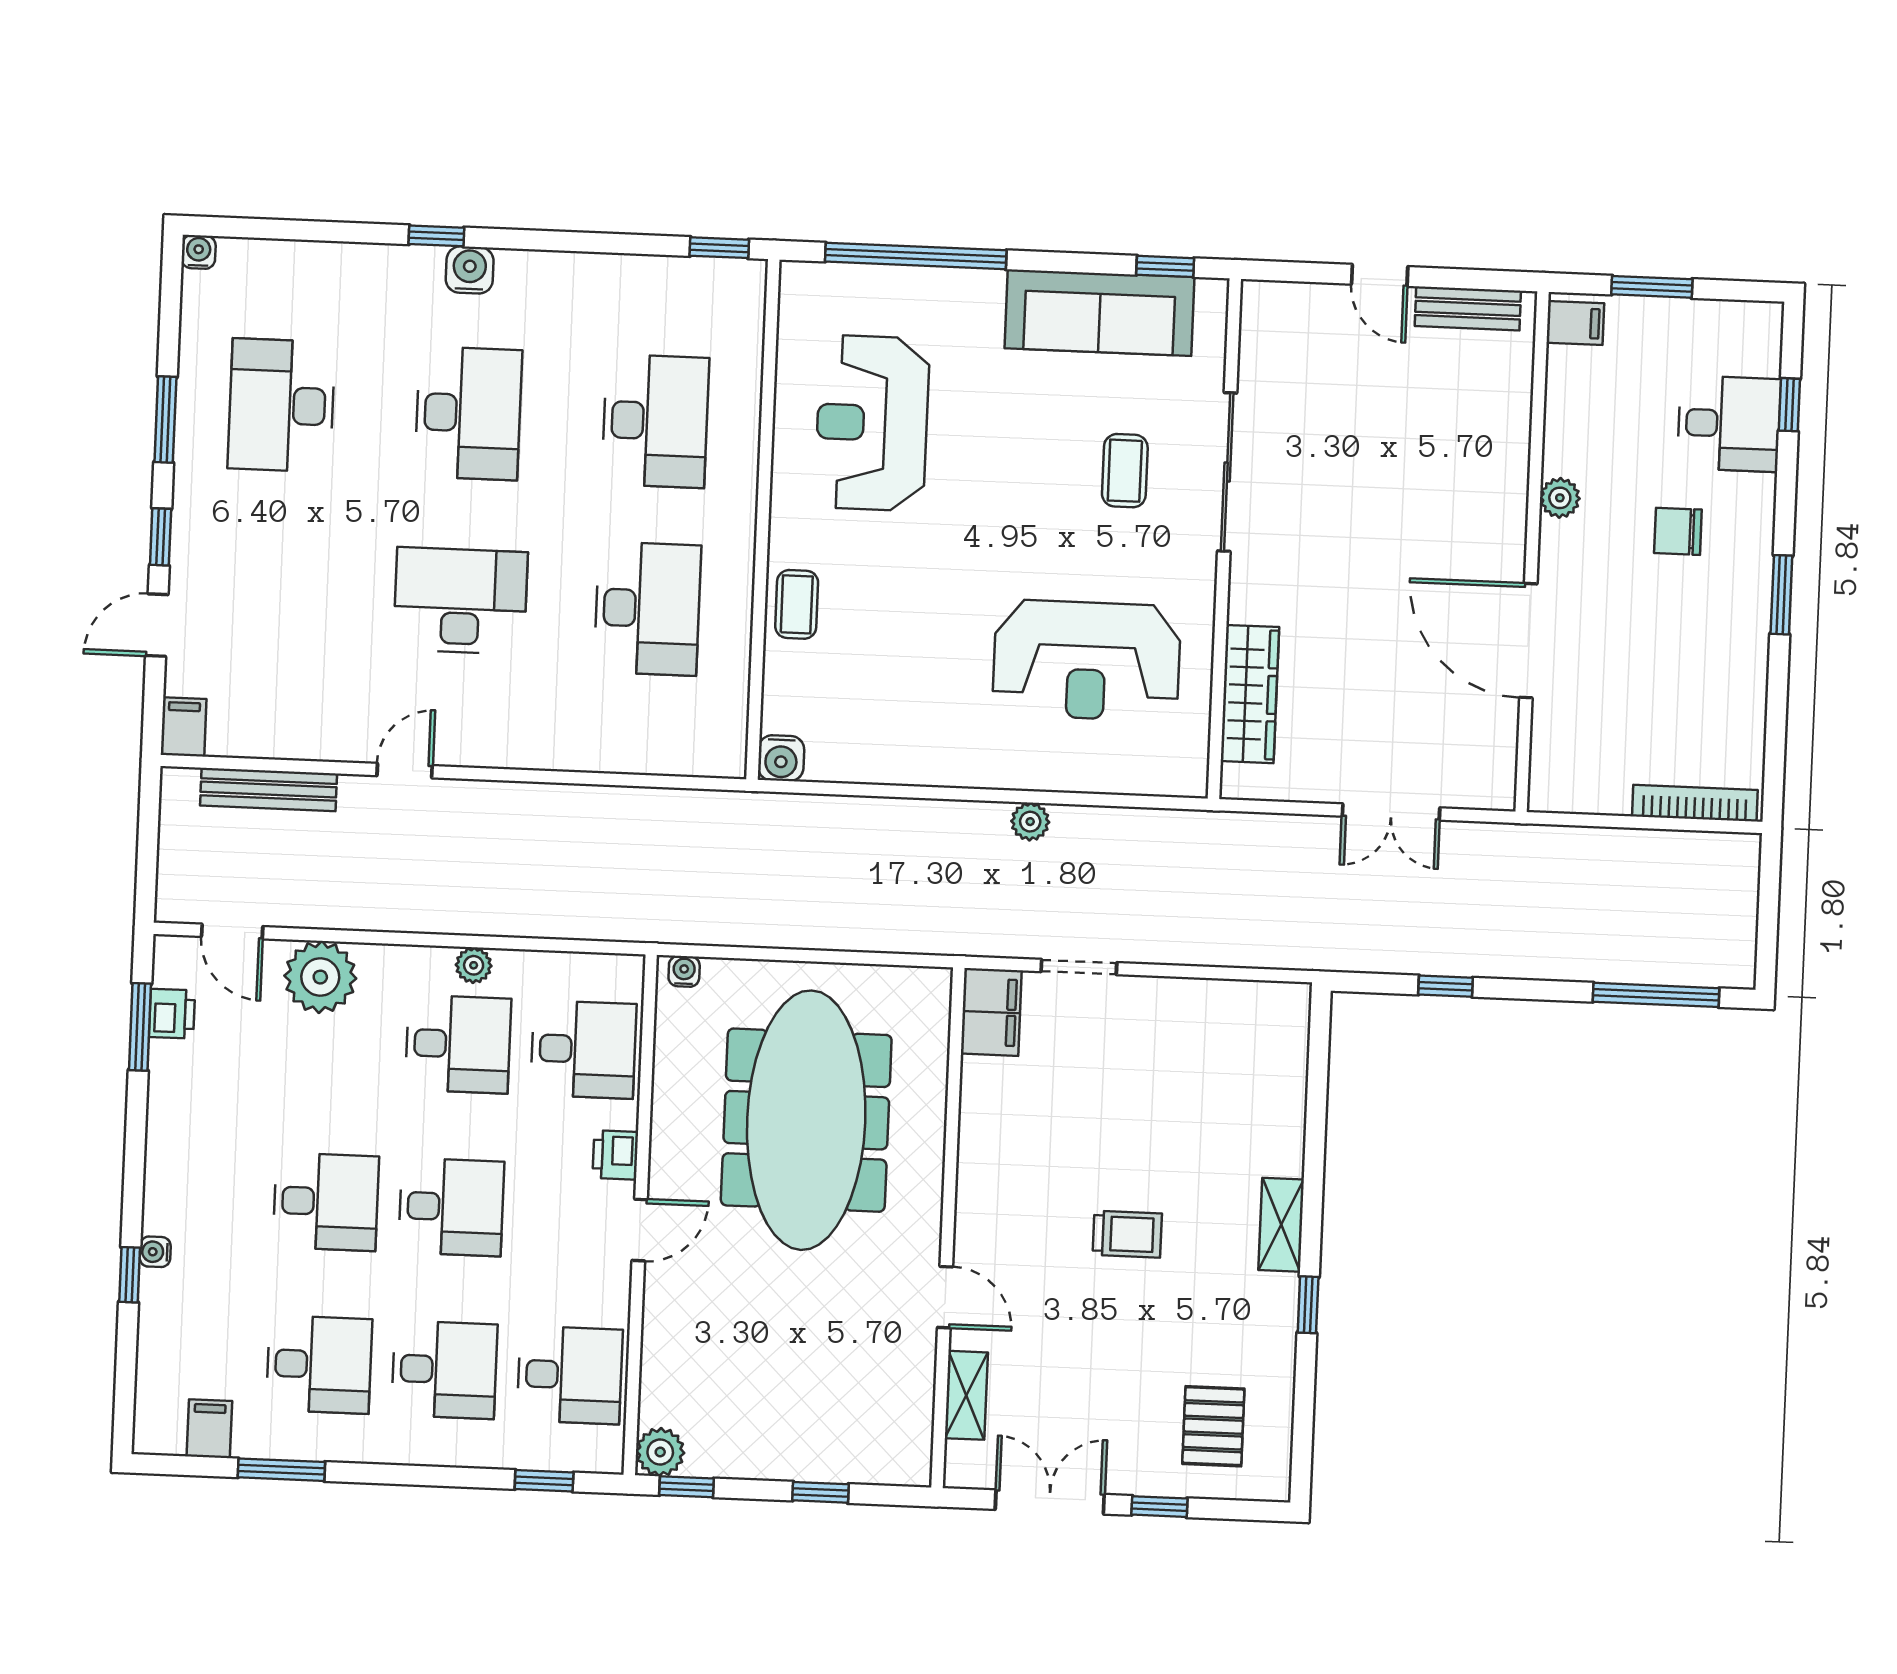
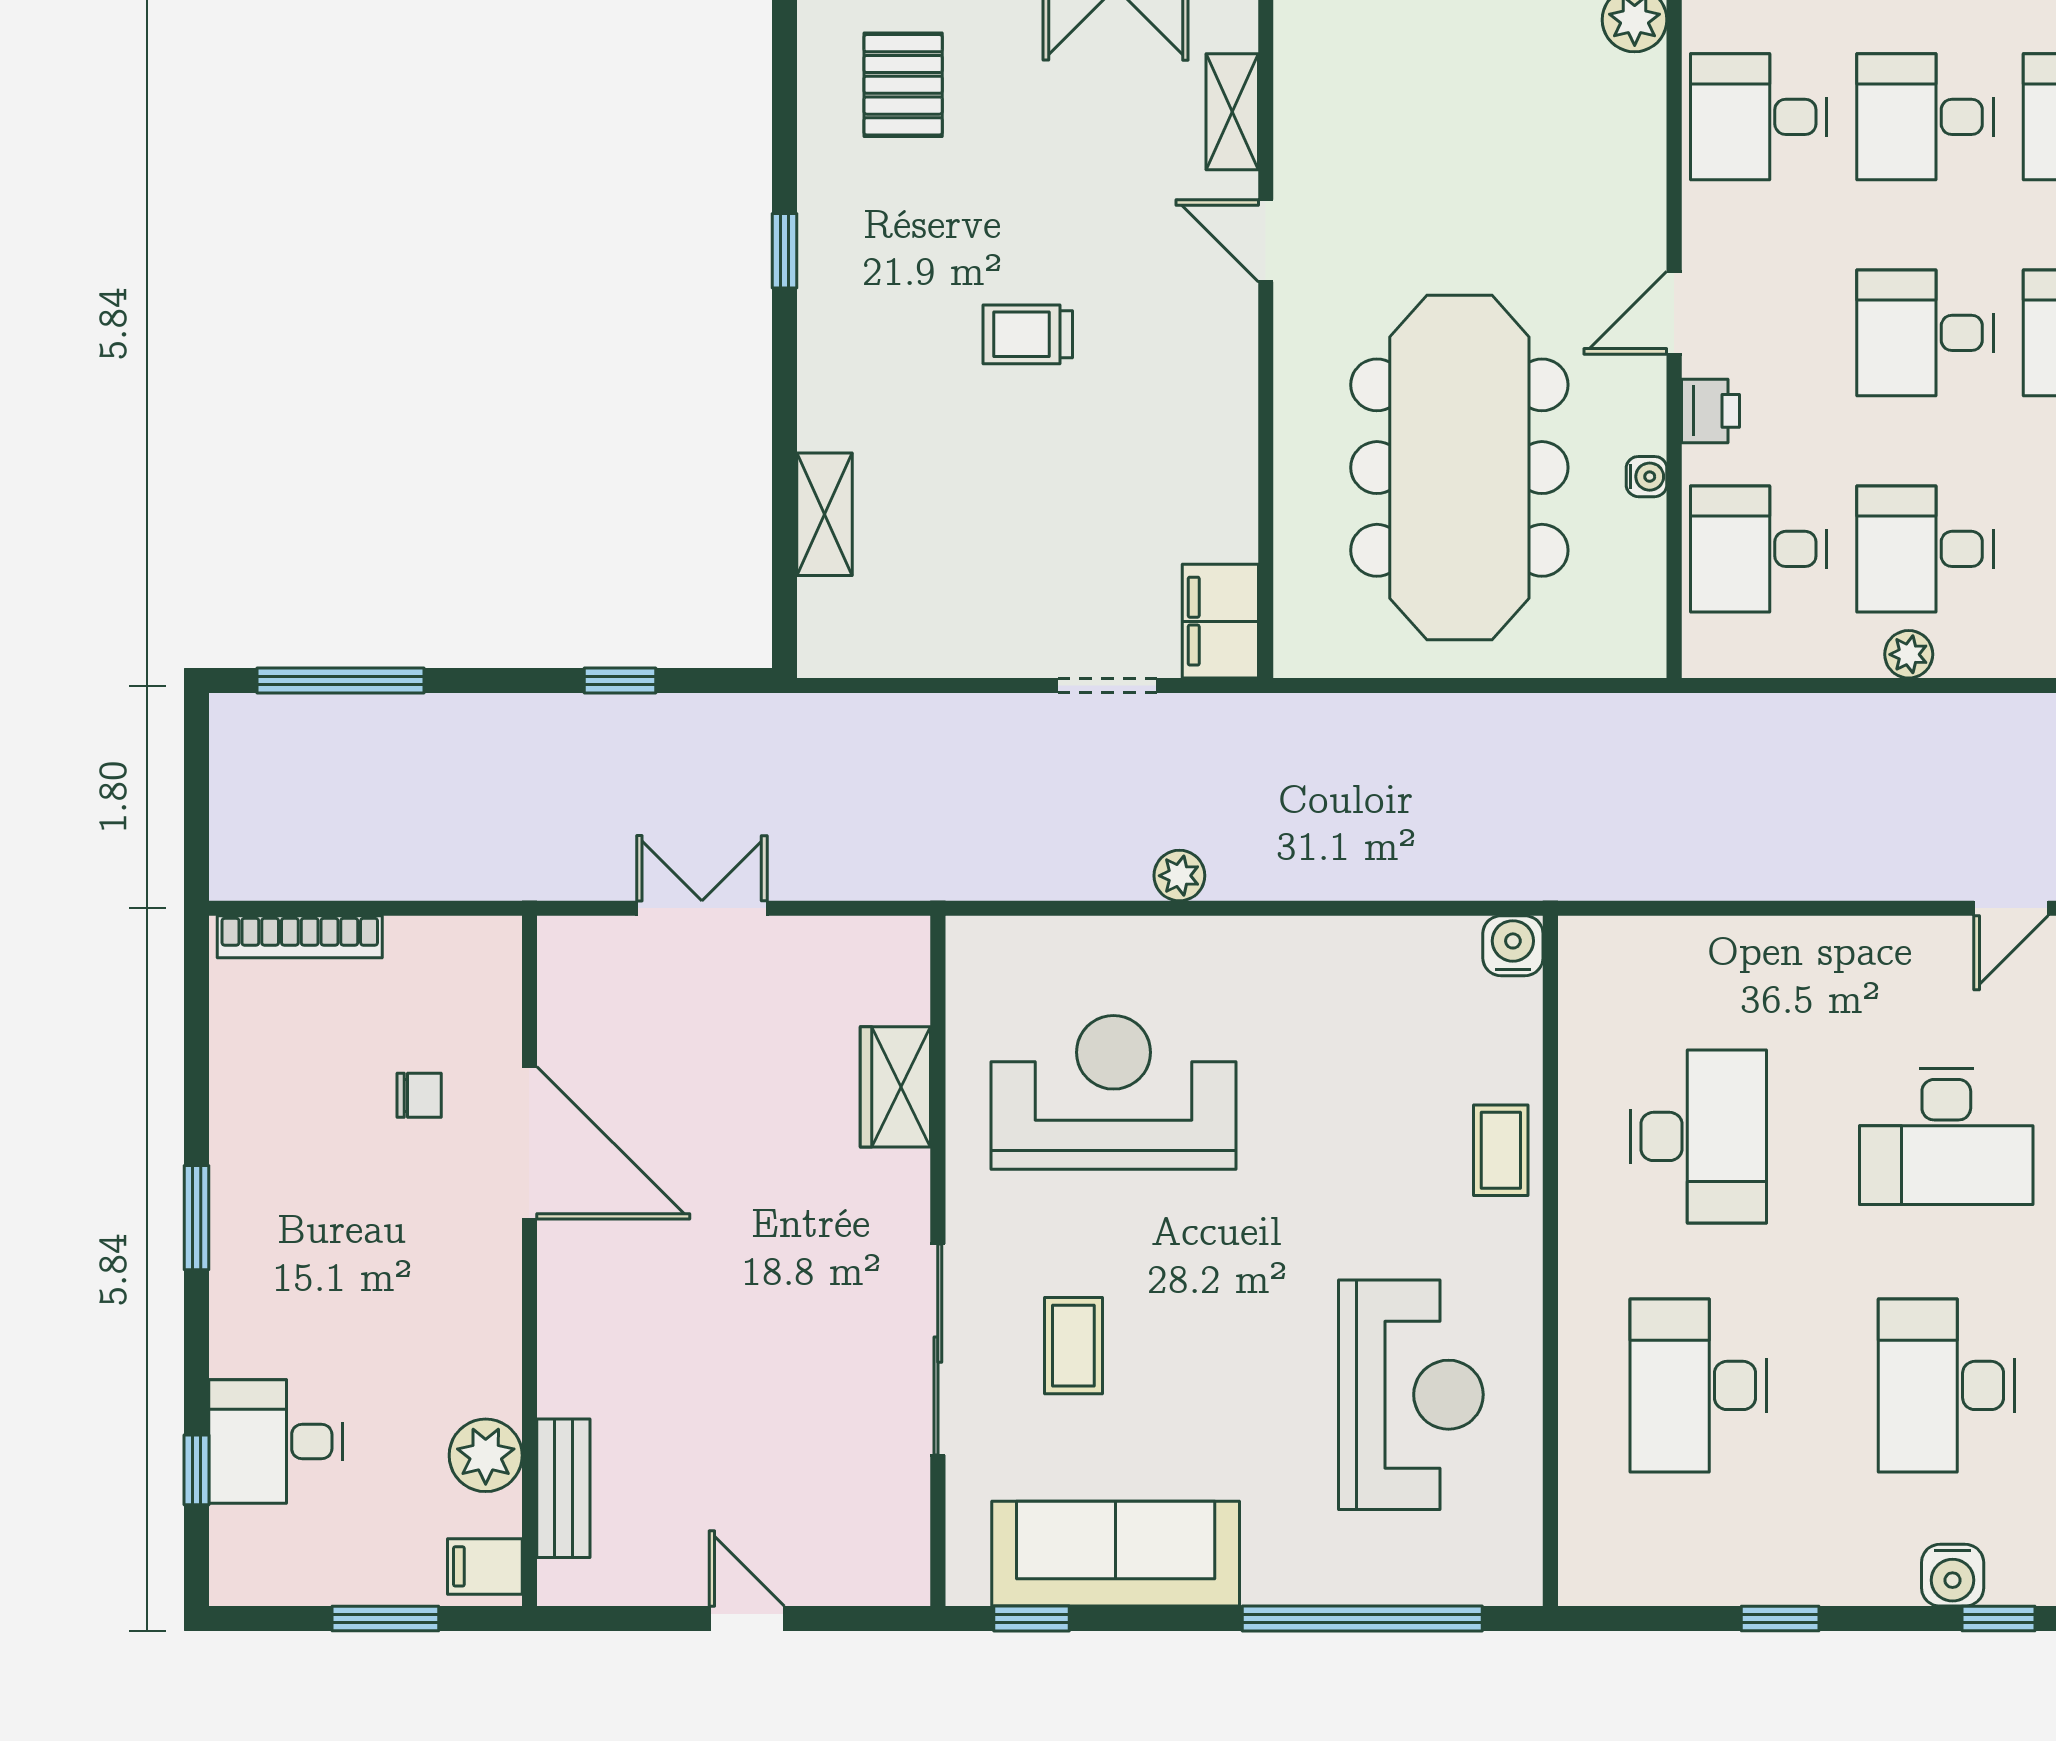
window: (719, 248) -> (1780, 1619), moved
bench: (1468, 308) -> (563, 1488), moved, turned 90
plant: (1560, 498) -> (486, 1455), moved, width x1.38, depth x1.38
chair: (1678, 531) -> (419, 1095), moved, width x0.73, depth x0.73
desk: (647, 609) -> (1698, 1136), turned 180
wardrobe: (1250, 694) -> (895, 1087), width x0.67
water cooler: (684, 971) -> (1646, 477), moved, turned -90
shelving: (1281, 1225) -> (824, 514), moved

